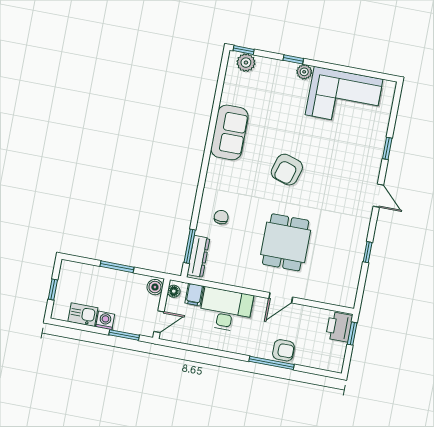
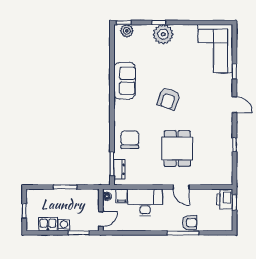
plant: (304, 72) -> (163, 34), width x1.87, depth x1.87
corner sofa: (344, 97) -> (215, 49), moved, turned 90
chair: (221, 217) -> (130, 140), width x1.87, depth x1.87
dresser: (198, 256) -> (119, 169), width x0.70
boiler: (155, 287) -> (94, 196), removed
door: (281, 298) -> (181, 187), hinge flipped

